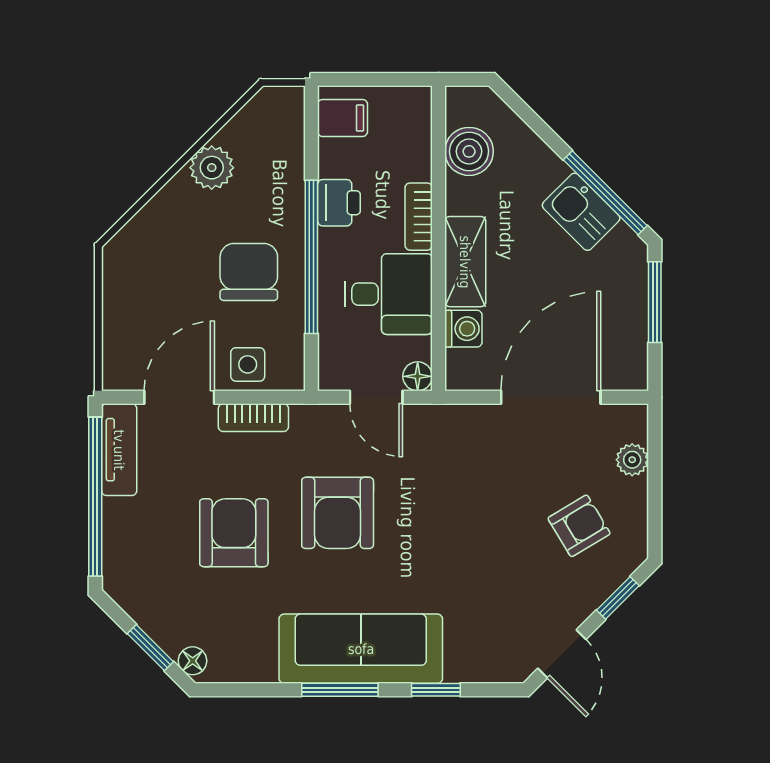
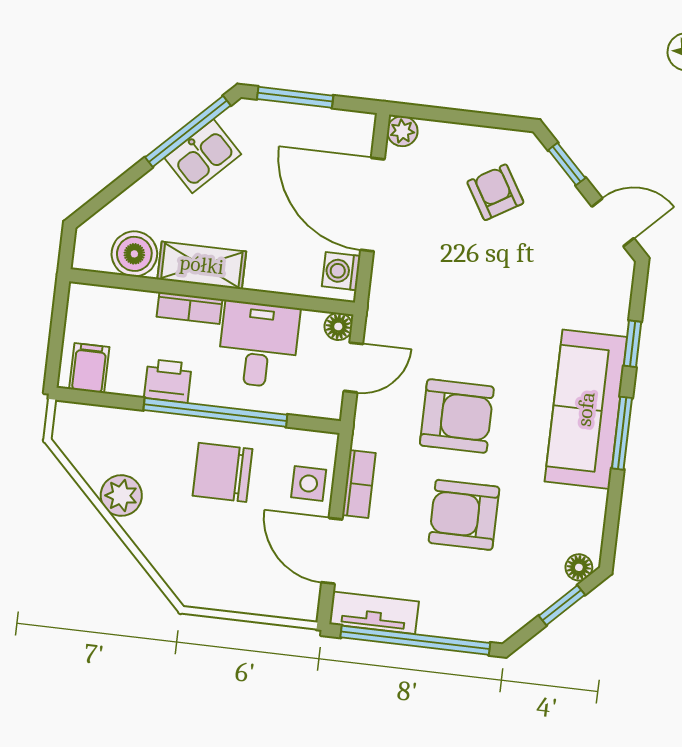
shelving: (465, 262) -> (202, 265), moved
washing machine: (463, 329) -> (341, 271), moved, turned -90
plant: (632, 460) -> (402, 131), moved

